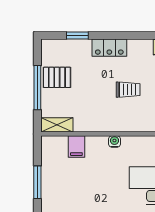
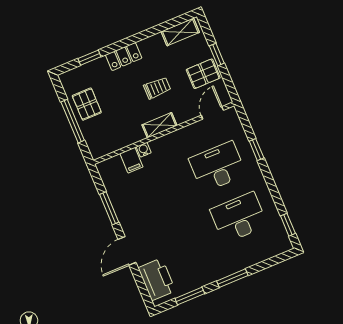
pallet: (57, 77) -> (87, 104), turned 90
shelving: (57, 125) -> (159, 125), moved
water cooler: (114, 141) -> (144, 150), moved

